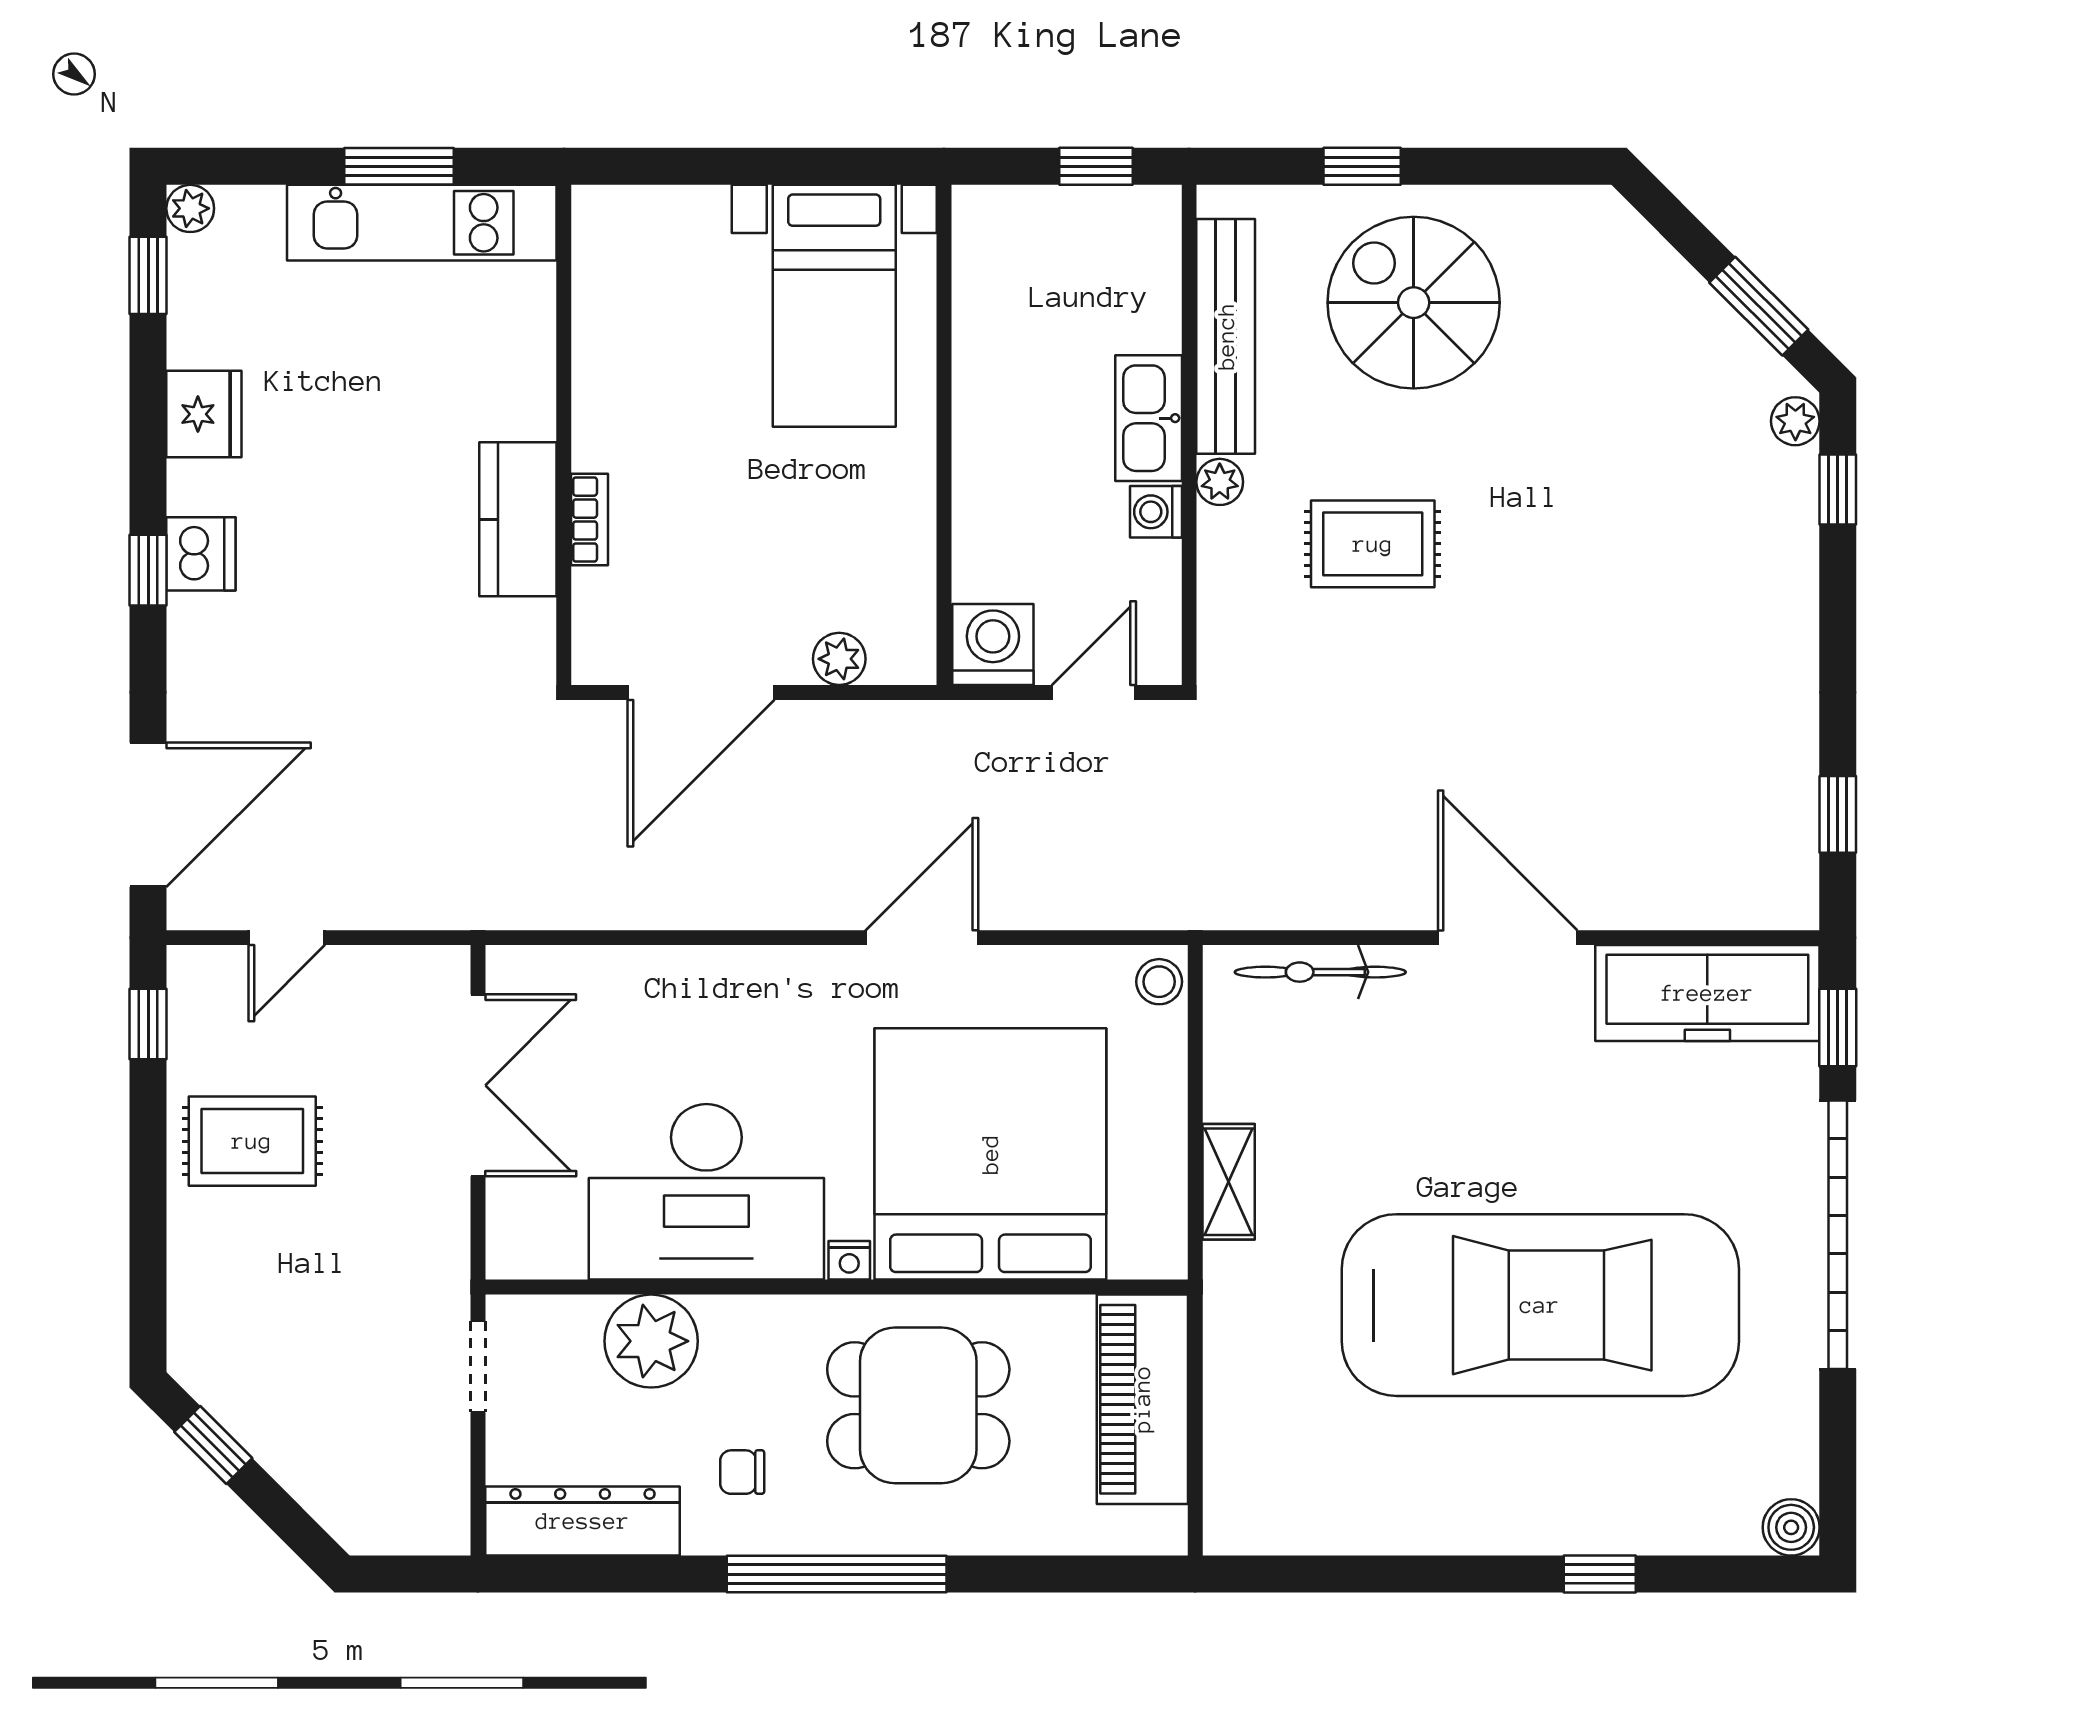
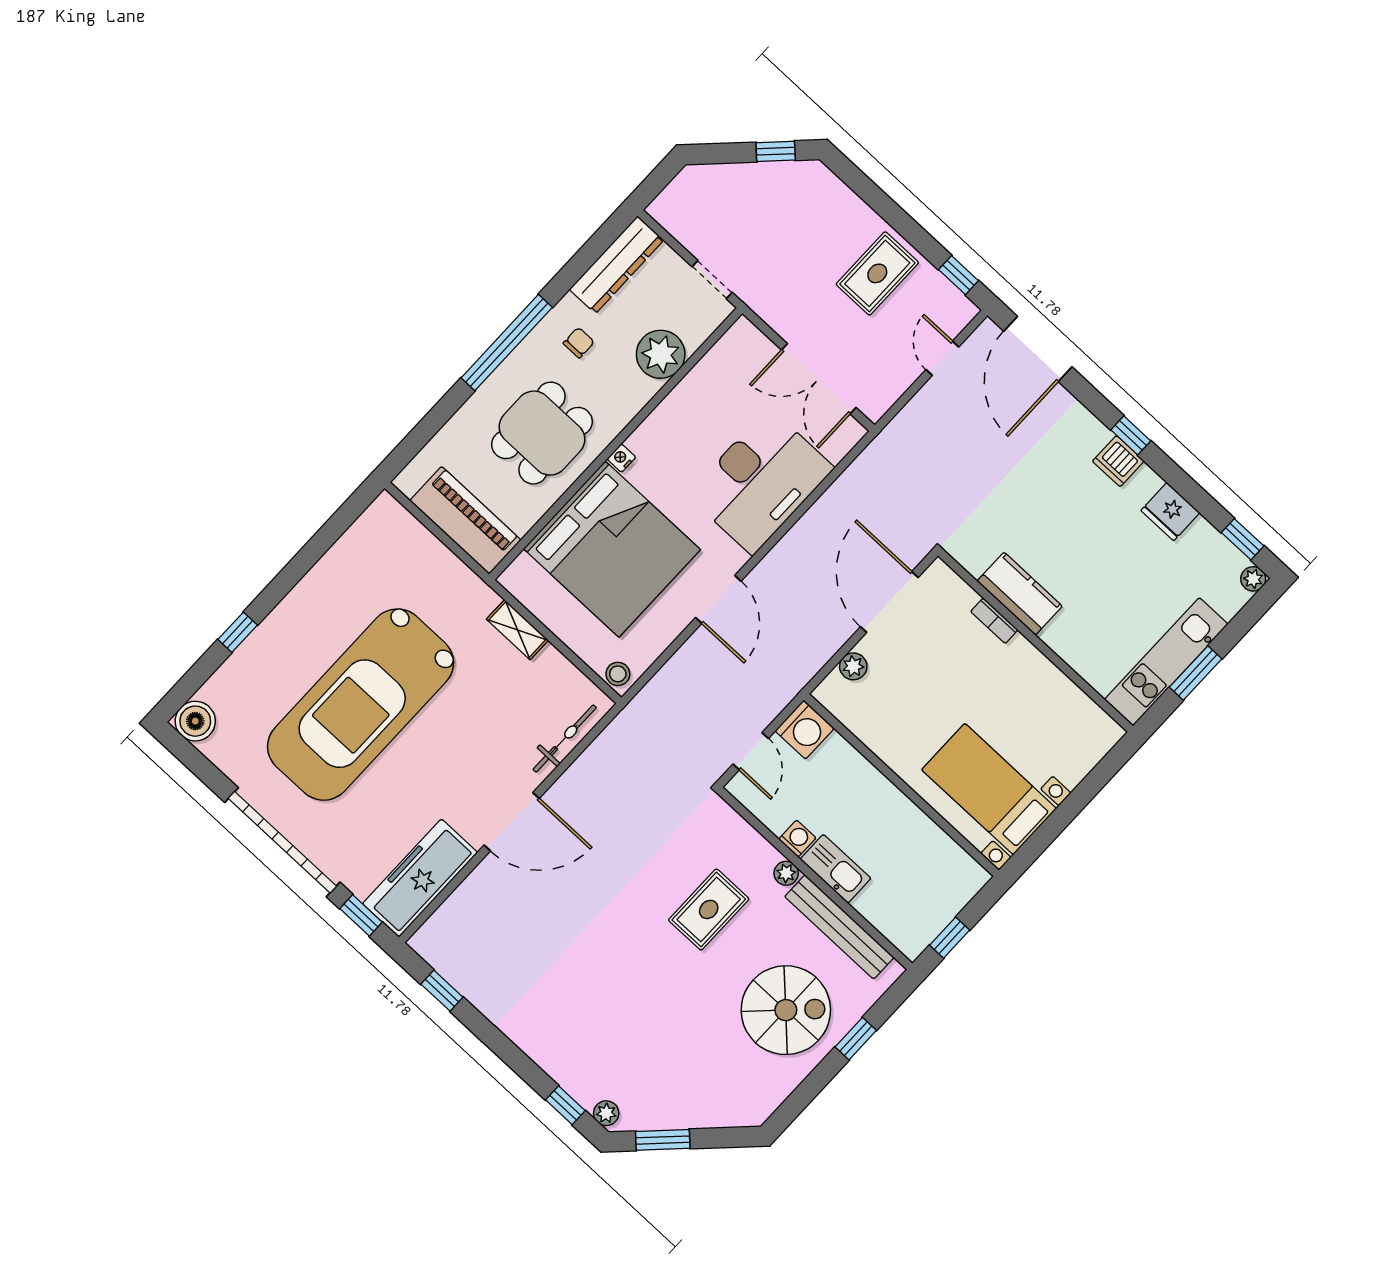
desk: (706, 1192) -> (761, 481), moved, turned 180
boiler: (1791, 1527) -> (195, 721), width x1.36, depth x1.36

